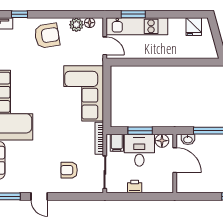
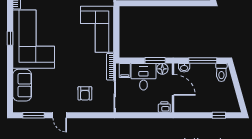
window: (140, 131) -> (155, 60), moved
armchair: (69, 170) -> (85, 93), turned -90
printer: (135, 187) -> (164, 107), moved

